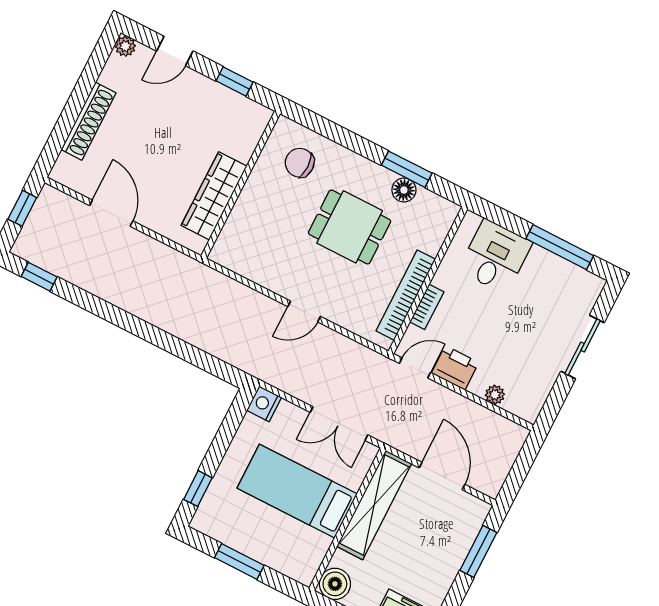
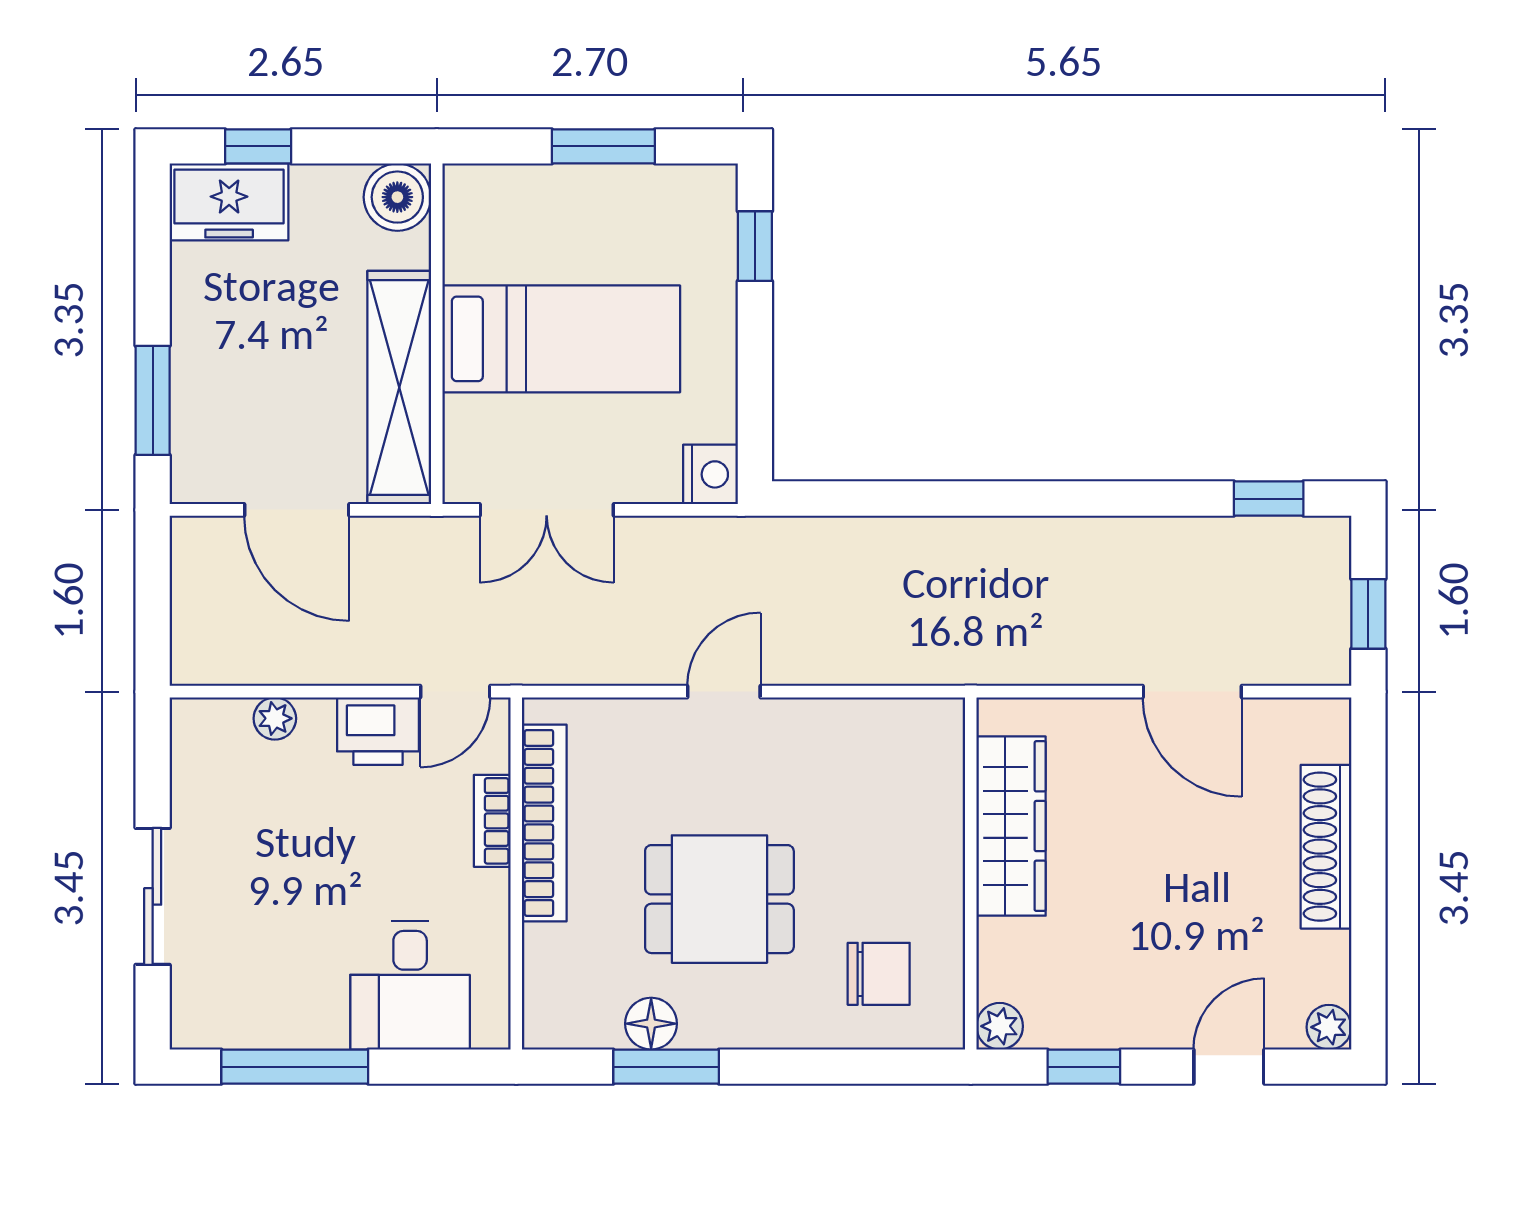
plant: (261, 116) -> (1000, 1026), added
double door: (339, 424) -> (547, 510), swing flipped

